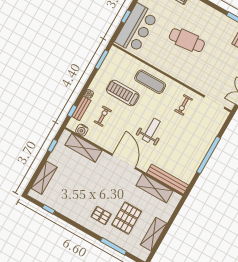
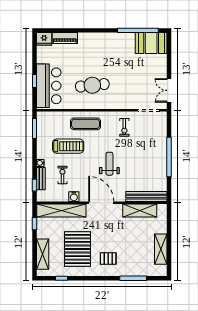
cafe table: (187, 40) -> (92, 85), moved
treadmill: (123, 93) -> (68, 146), turned 180
water cooler: (82, 130) -> (74, 197), moved
shelving: (84, 148) -> (61, 210), width x1.47
pallet: (127, 218) -> (77, 249), moved, width x1.37, depth x1.41

